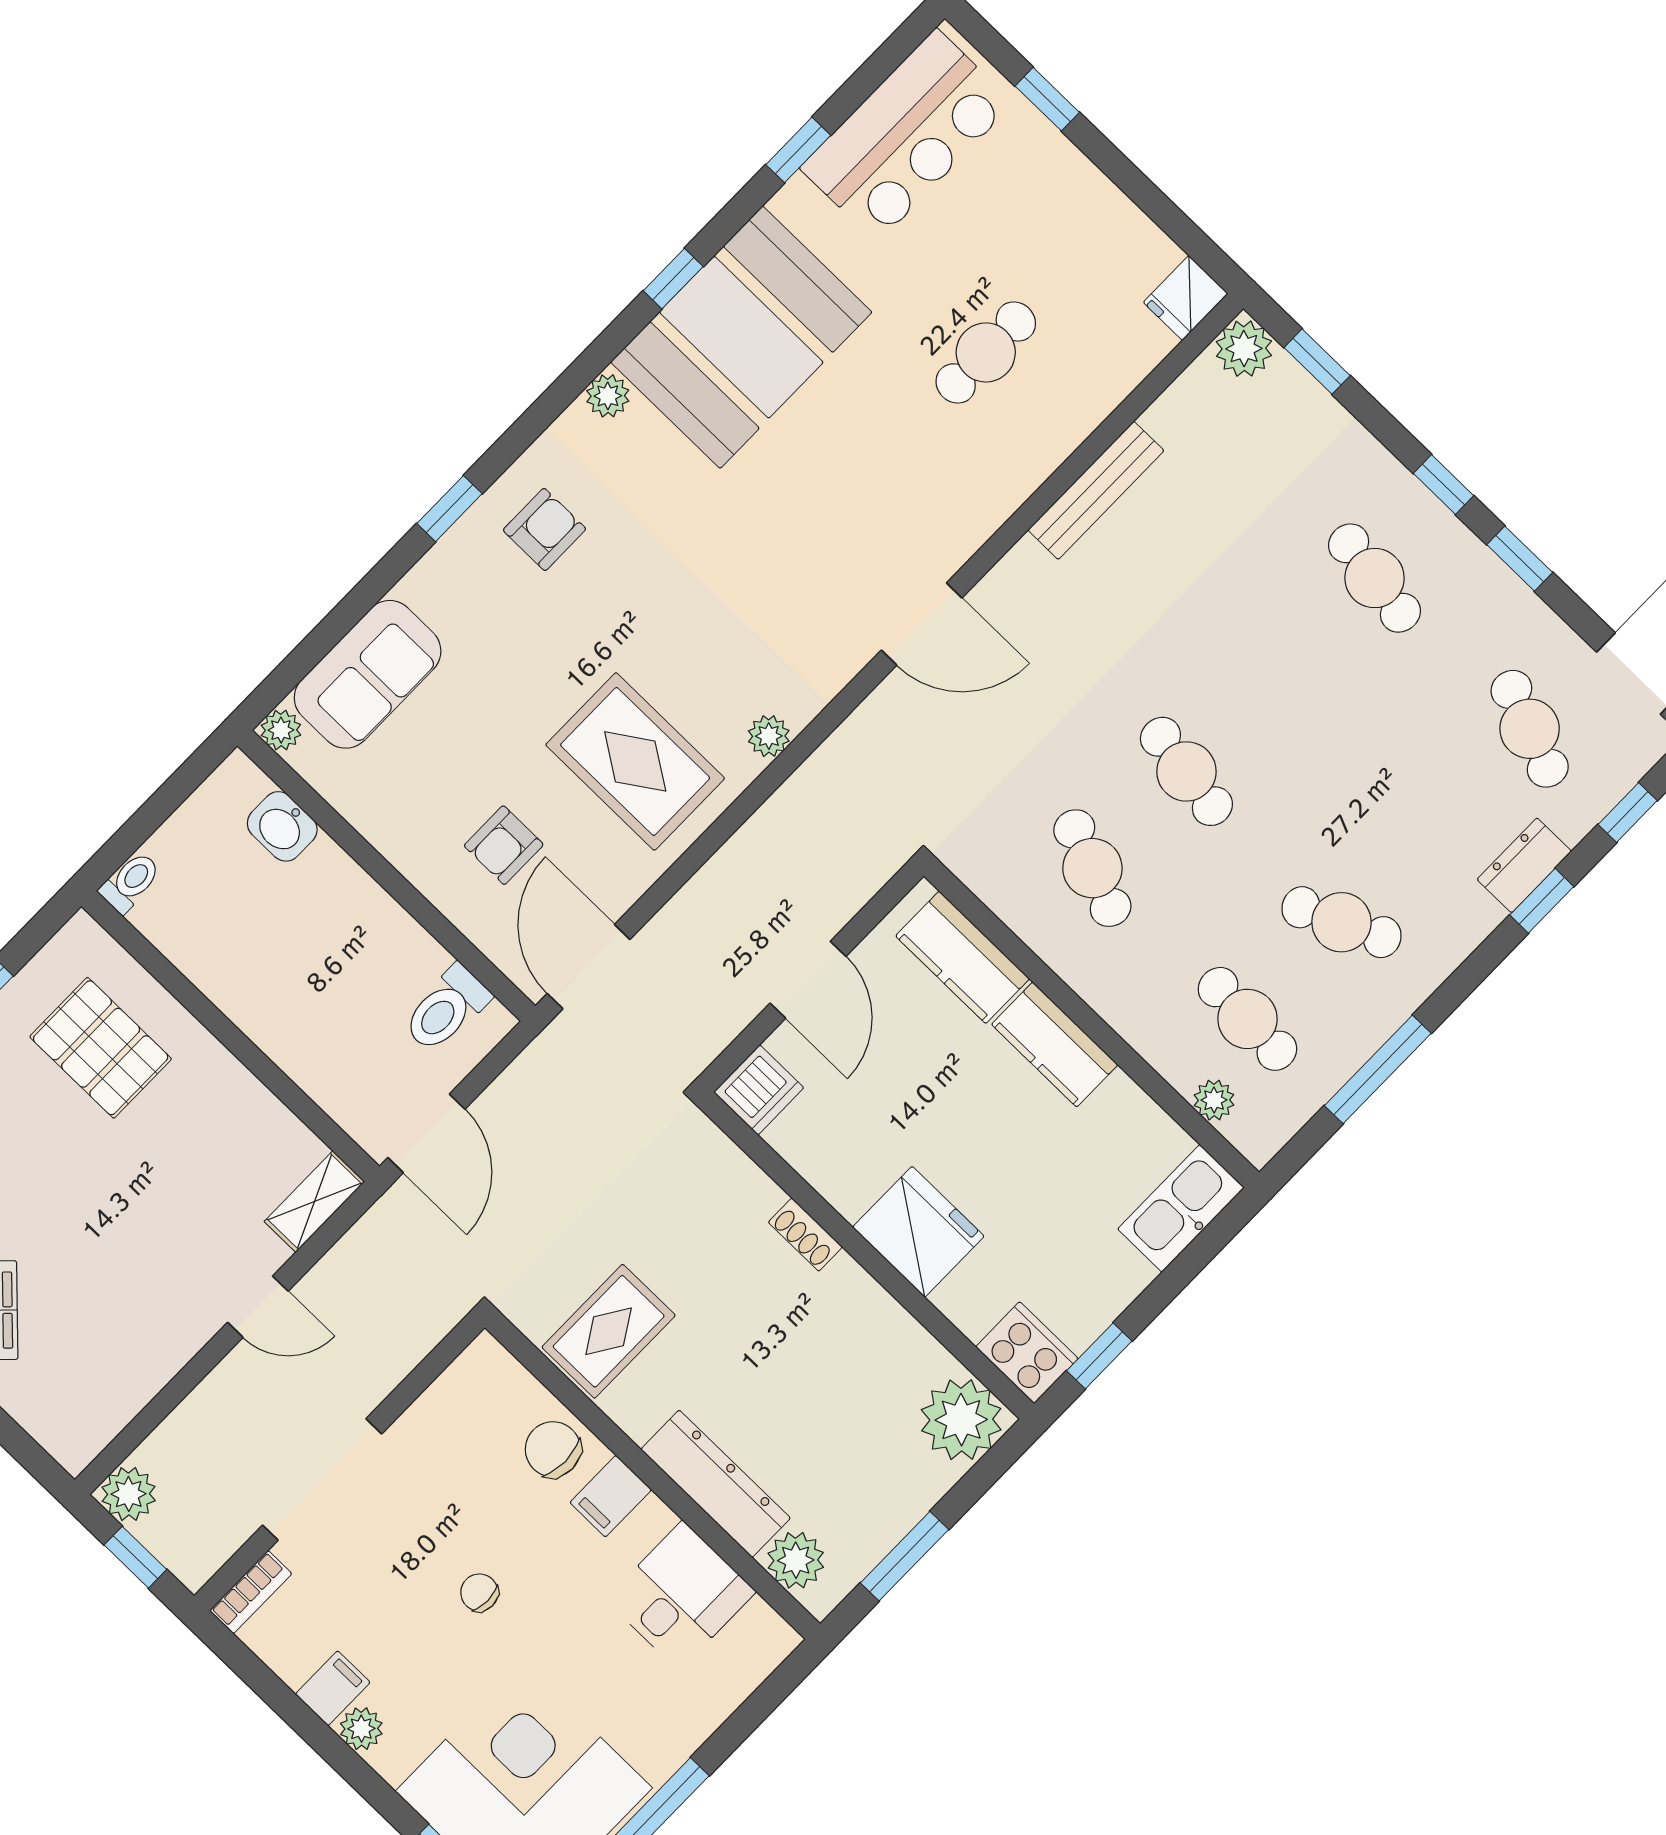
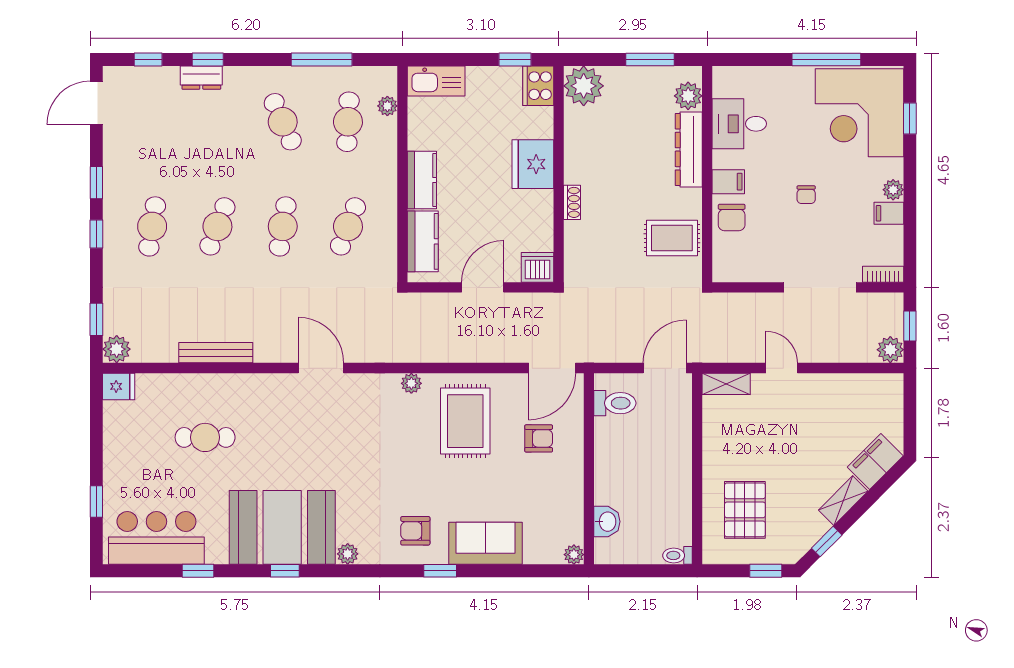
sofa: (368, 674) -> (486, 543), moved
cafe table: (1530, 729) -> (217, 226), moved

